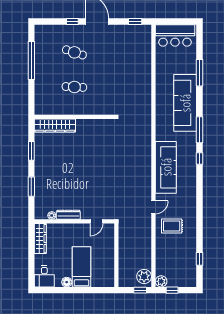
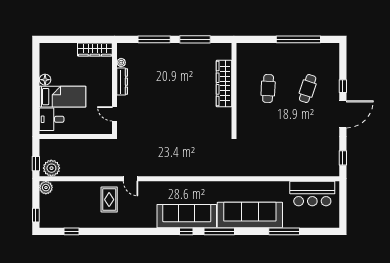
bar counter: (175, 35) -> (312, 193), moved, turned -90
wardrobe: (55, 125) -> (224, 84), moved
window: (31, 151) -> (195, 39), width x1.44
sofa: (166, 167) -> (187, 216), moved, turned 180
window: (31, 187) -> (154, 39), width x1.44
desk: (44, 276) -> (52, 119), moved
window: (172, 290) -> (36, 215), moved

